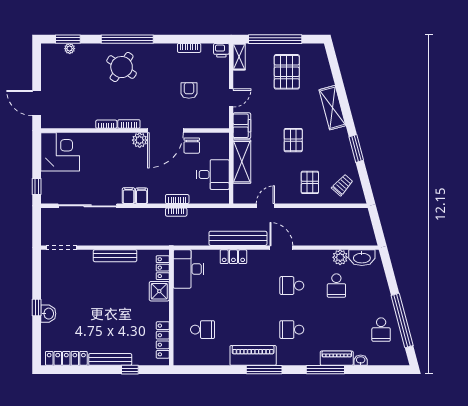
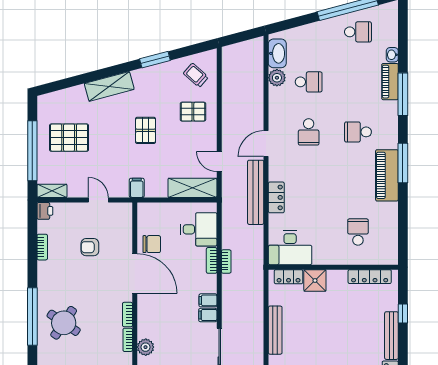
filing cabinet: (242, 126) -> (137, 188), width x0.50
plant: (140, 140) -> (146, 347), moved
pallet: (293, 140) -> (146, 130), turned 90
shelving: (242, 162) -> (192, 188), moved
desk: (213, 175) -> (199, 229), moved, turned 90
school desk: (292, 330) -> (358, 132), turned 90

